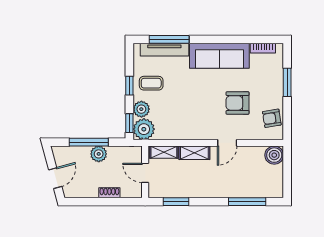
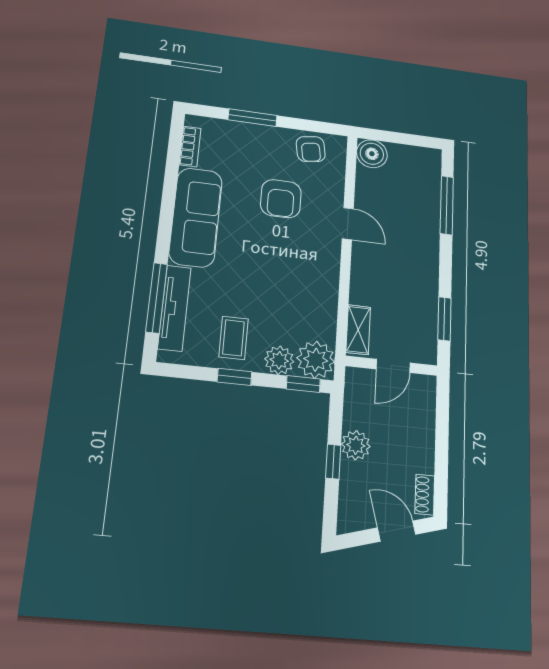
window: (89, 142) -> (333, 462), width x0.46
shelving: (194, 153) -> (362, 279), removed
shoe rack: (109, 193) -> (425, 495), moved

